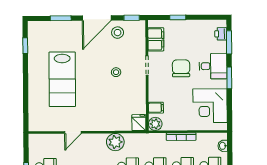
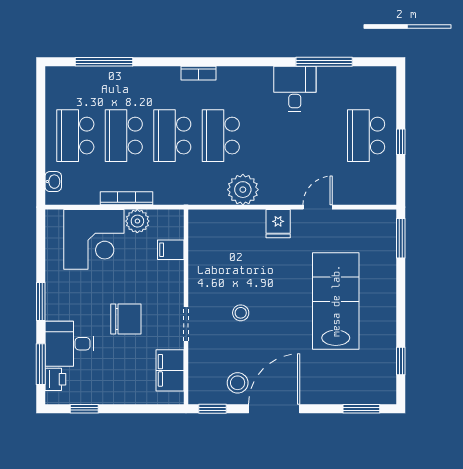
window: (178, 17) -> (84, 409), moved
window: (61, 18) -> (361, 409), moved
desk: (213, 66) -> (69, 344), moved
chair: (181, 68) -> (126, 319), turned -90
corner desk: (210, 106) -> (94, 239), moved, turned 90
window: (26, 115) -> (401, 238), added
fridge: (139, 123) -> (278, 224), moved
plant: (155, 124) -> (137, 221), moved

